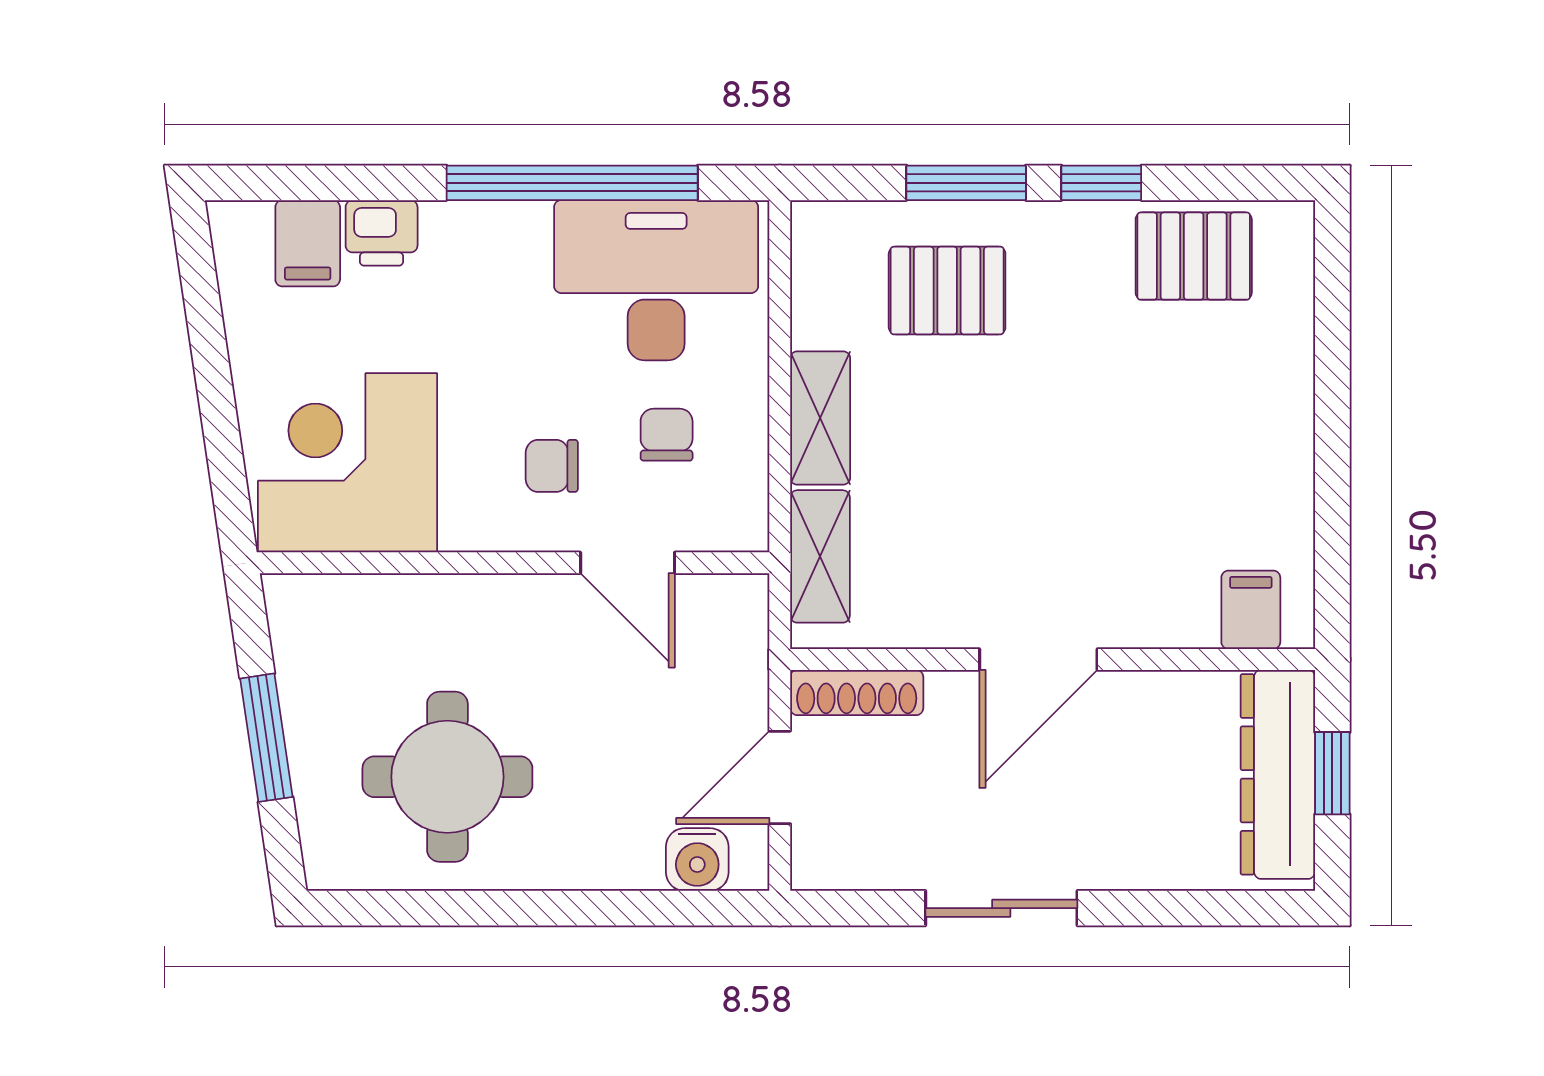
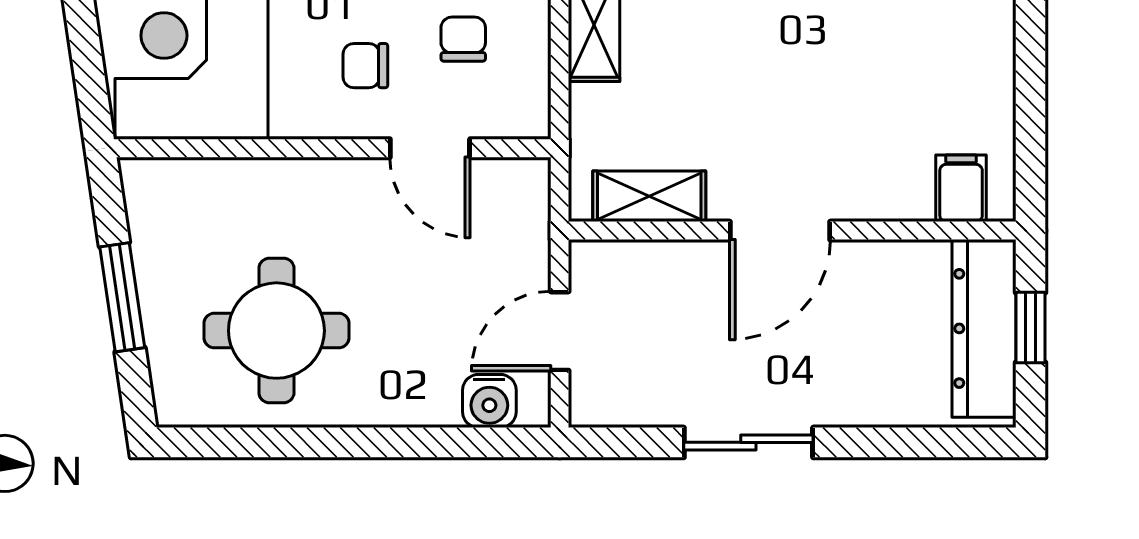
shelving: (820, 556) -> (649, 196), moved, turned 90
shoe rack: (857, 692) -> (625, 259), removed

